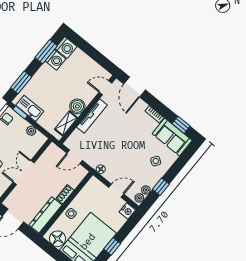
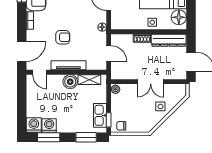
armchair: (119, 130) -> (63, 37), added
plant: (31, 131) -> (116, 89), moved

